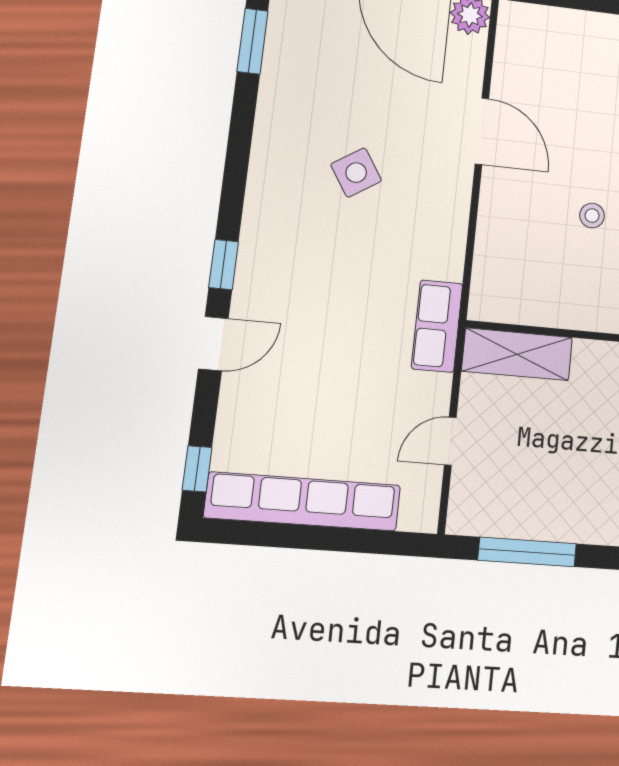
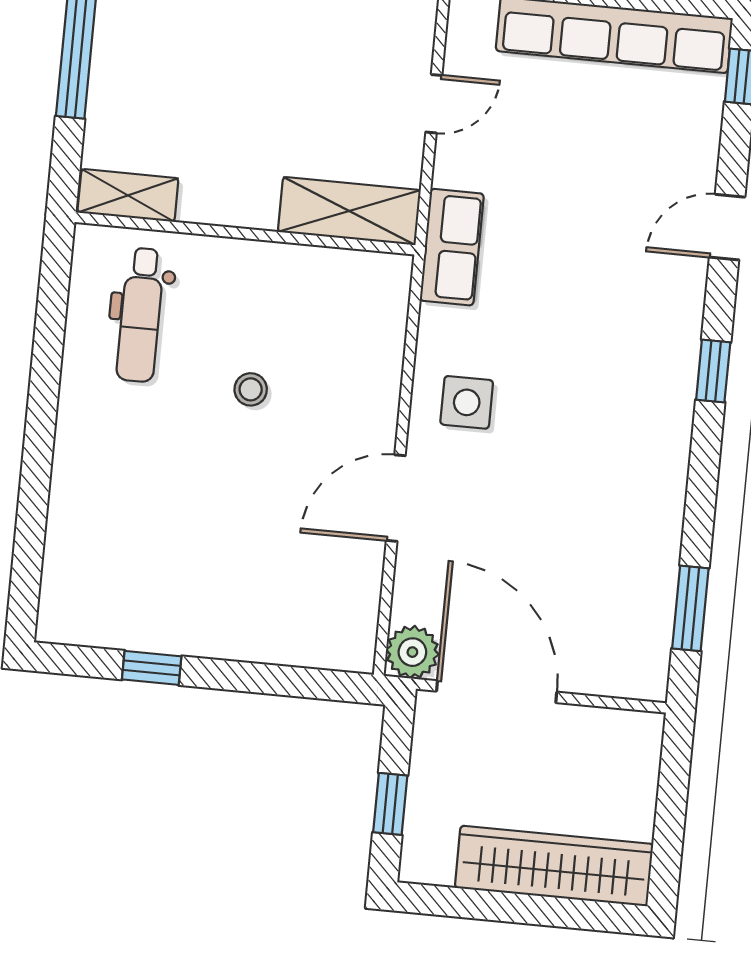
door: (482, 131) -> (396, 498), hinge flipped
side table: (356, 173) -> (467, 402), moved, turned 33
window: (224, 265) -> (713, 371), moved

